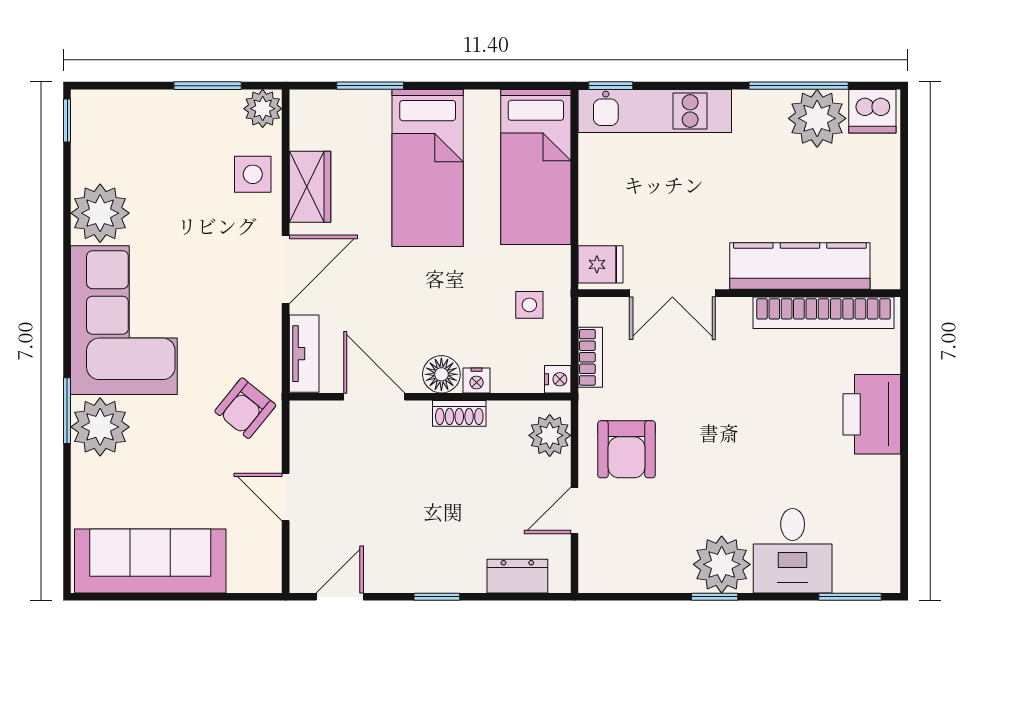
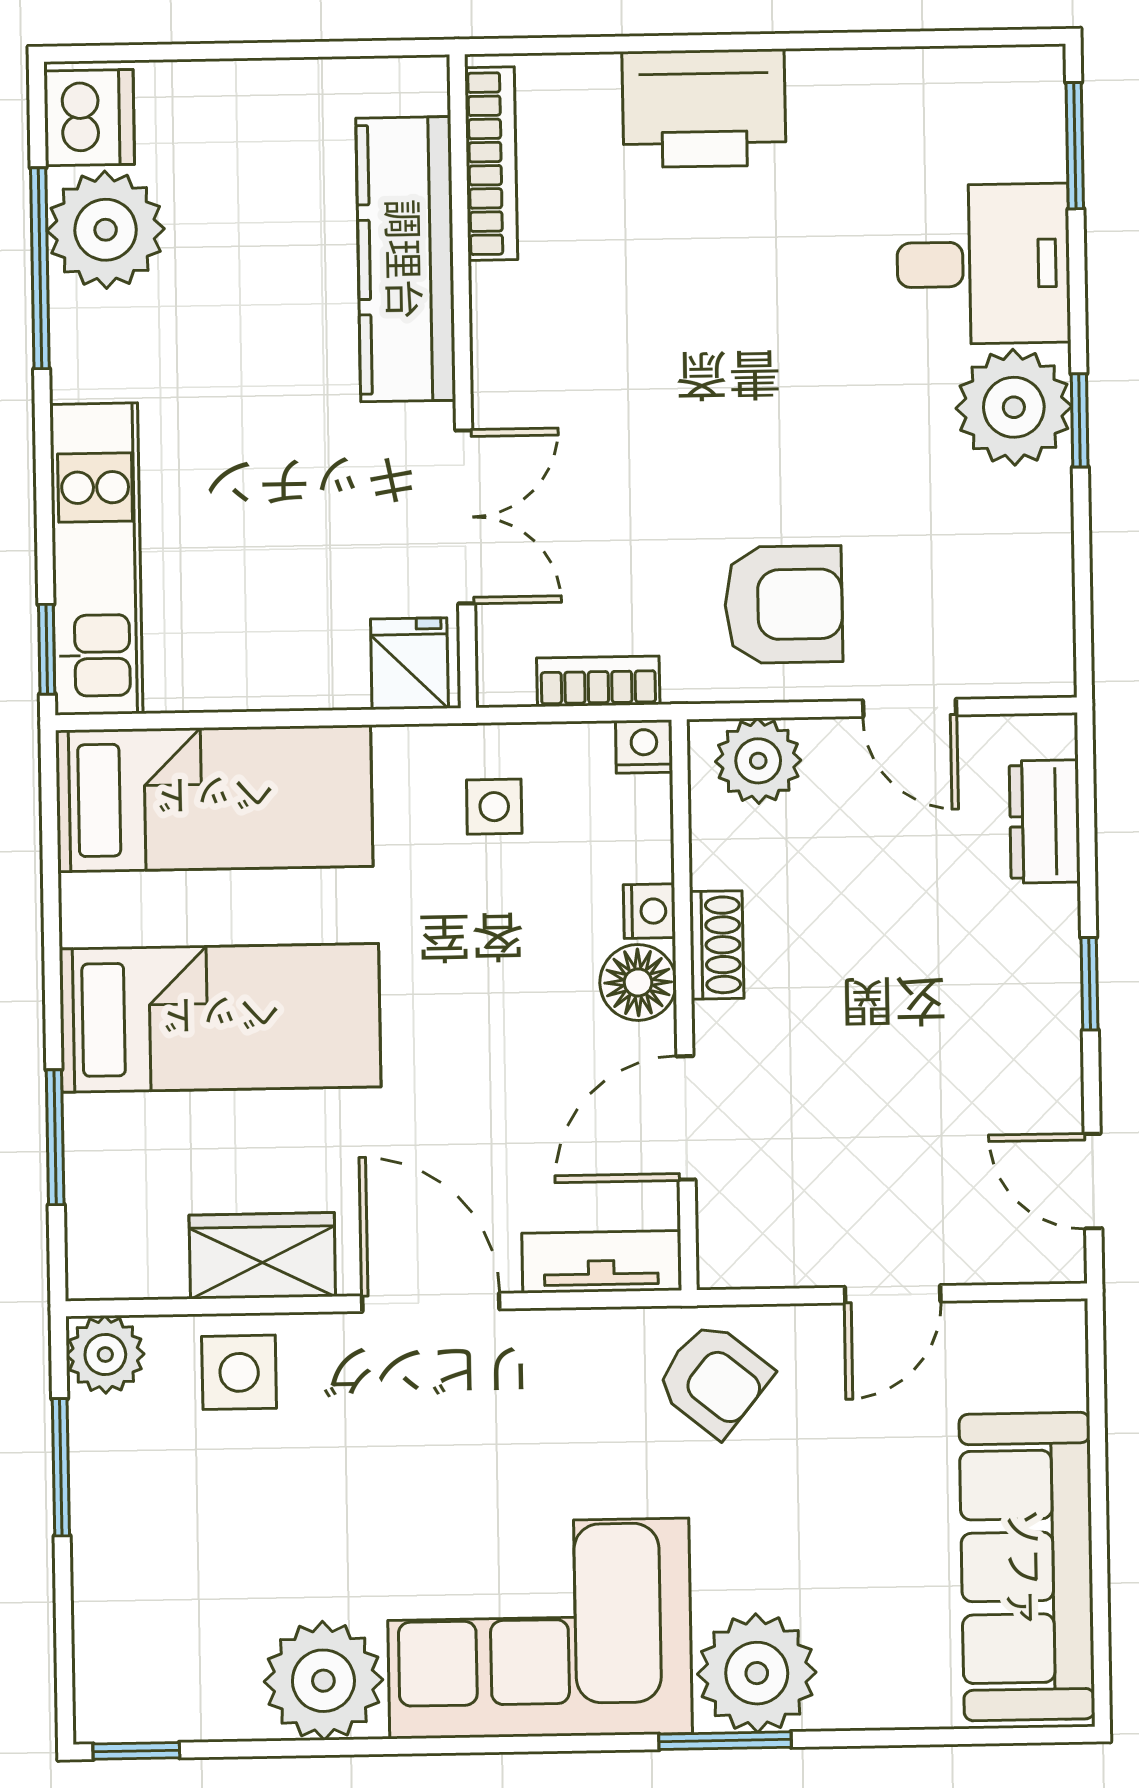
bookcase: (823, 313) -> (491, 164), width x0.68, depth x0.76

